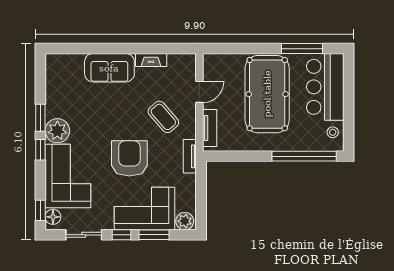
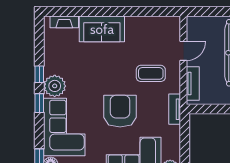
fireplace: (151, 60) -> (64, 22), moved
coffee table: (163, 117) -> (151, 73), turned -49
window: (40, 118) -> (39, 74), width x0.67

